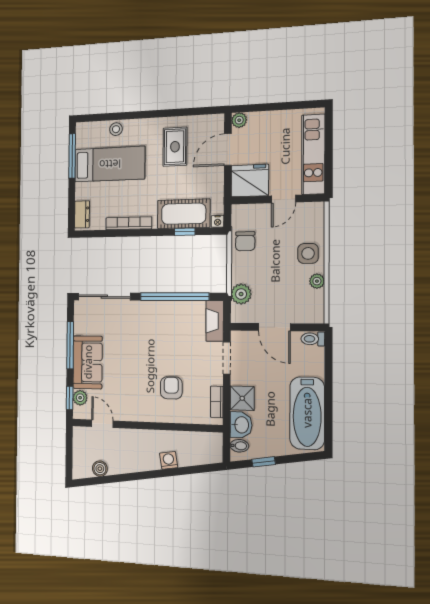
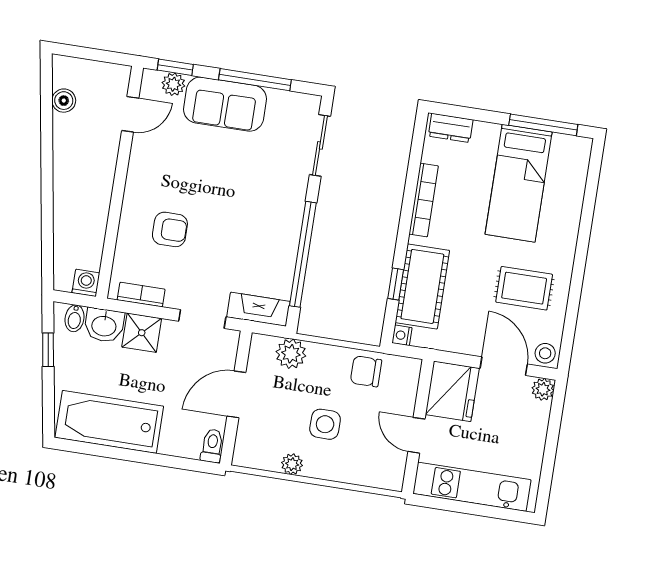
stool: (116, 129) -> (545, 353), moved
side table: (308, 253) -> (325, 424), moved
sliding door: (104, 297) -> (320, 145), width x0.73
washing machine: (169, 460) -> (86, 283), moved, turned -81

